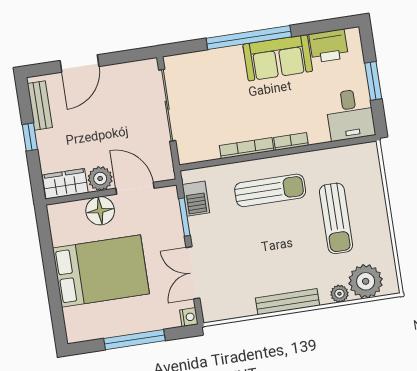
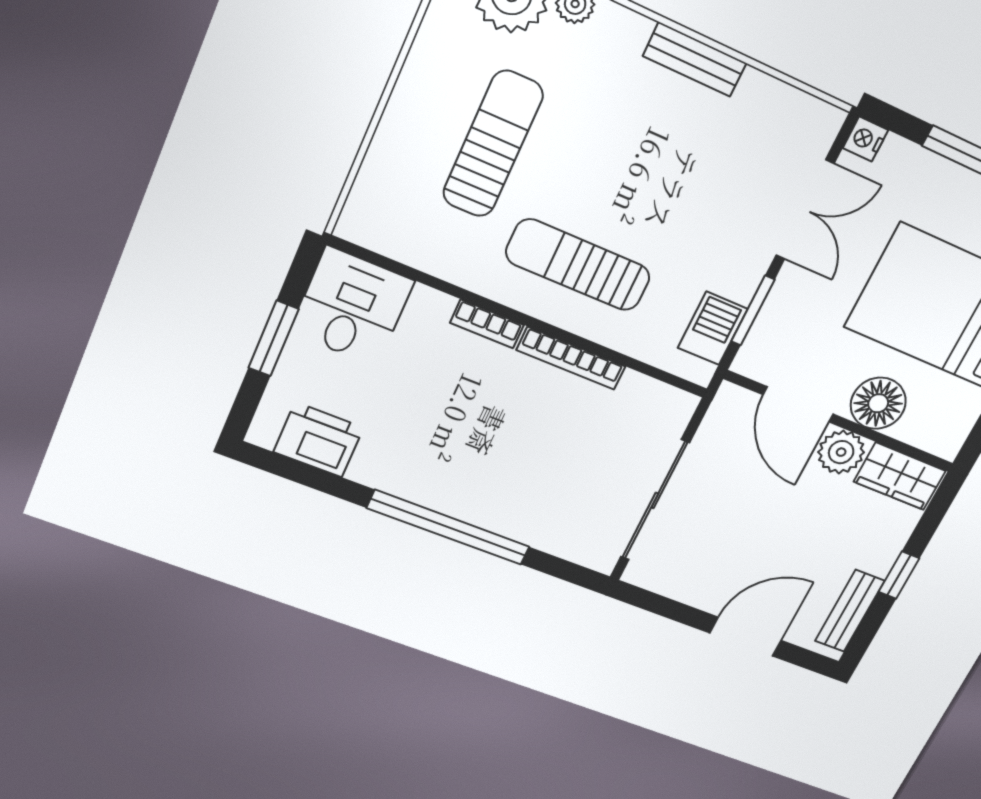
sofa: (278, 58) -> (420, 470), removed
bench: (287, 302) -> (695, 60), width x0.73

